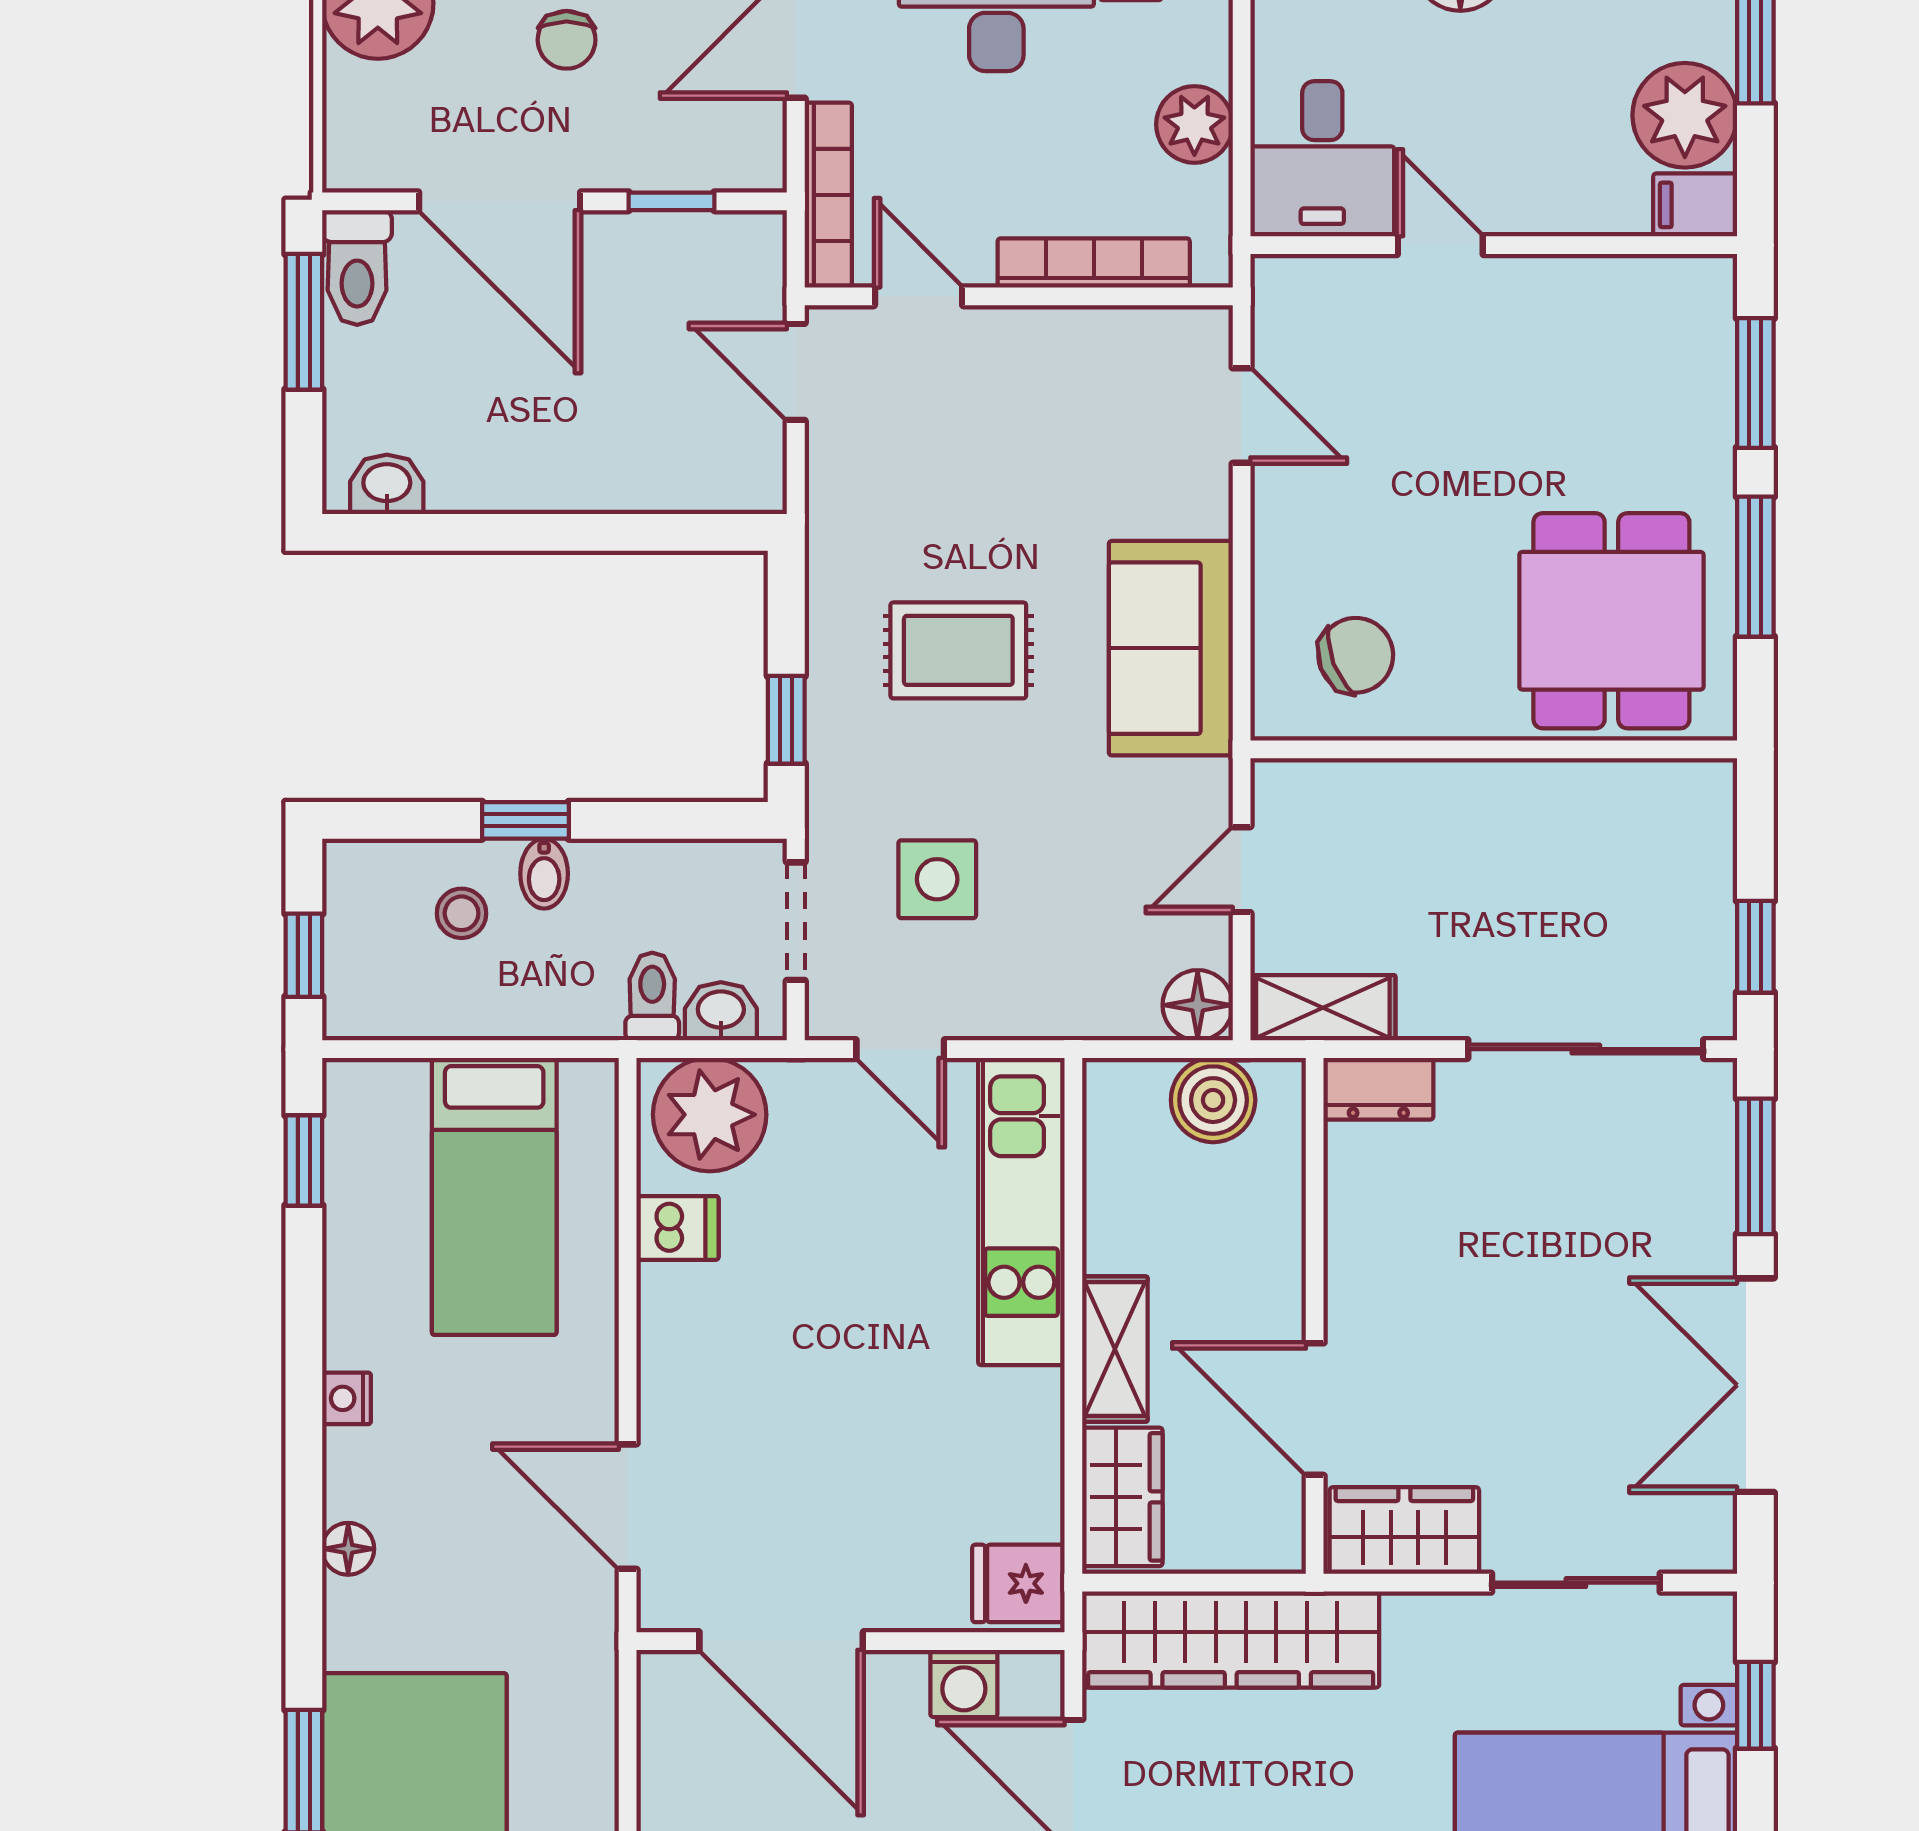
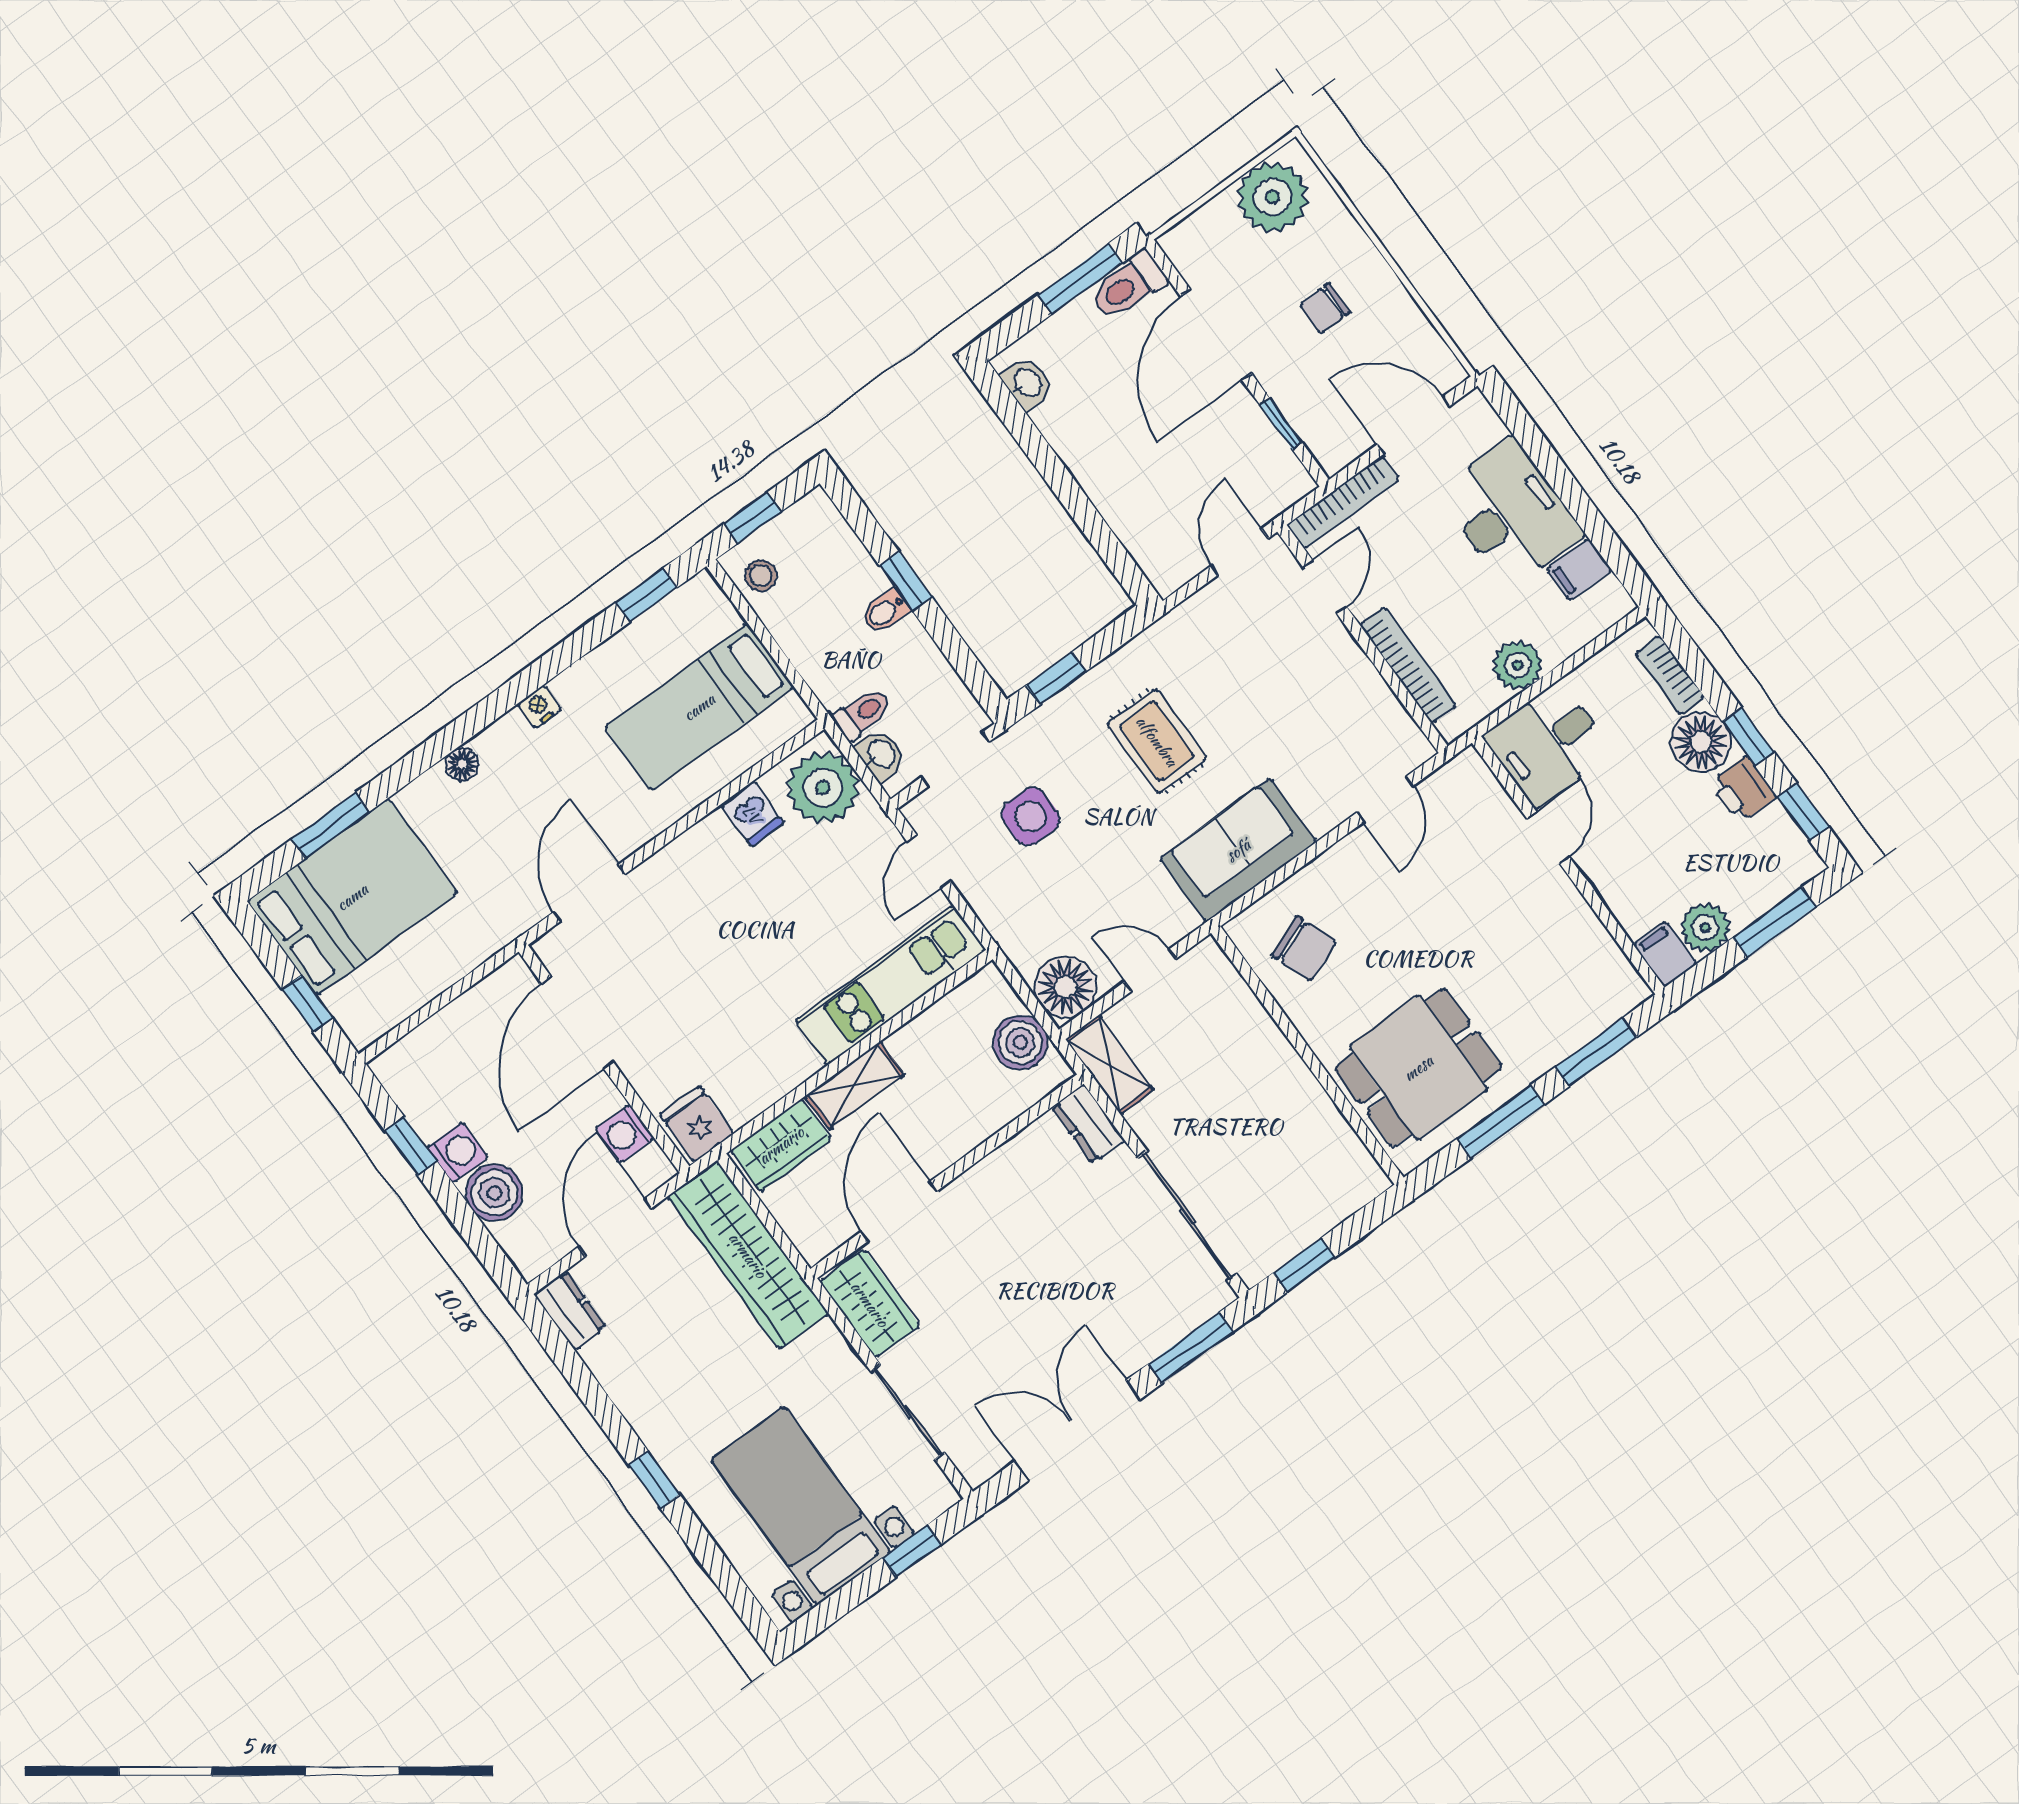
plant: (1685, 115) -> (1705, 928), width x0.73, depth x0.73
stool: (462, 913) -> (761, 576), moved
floor lamp: (1198, 1005) -> (1065, 987), width x1.38, depth x1.38

